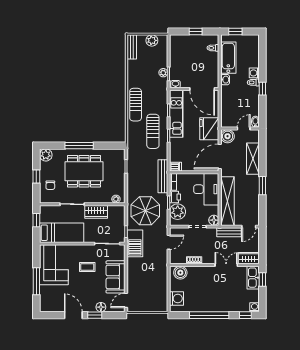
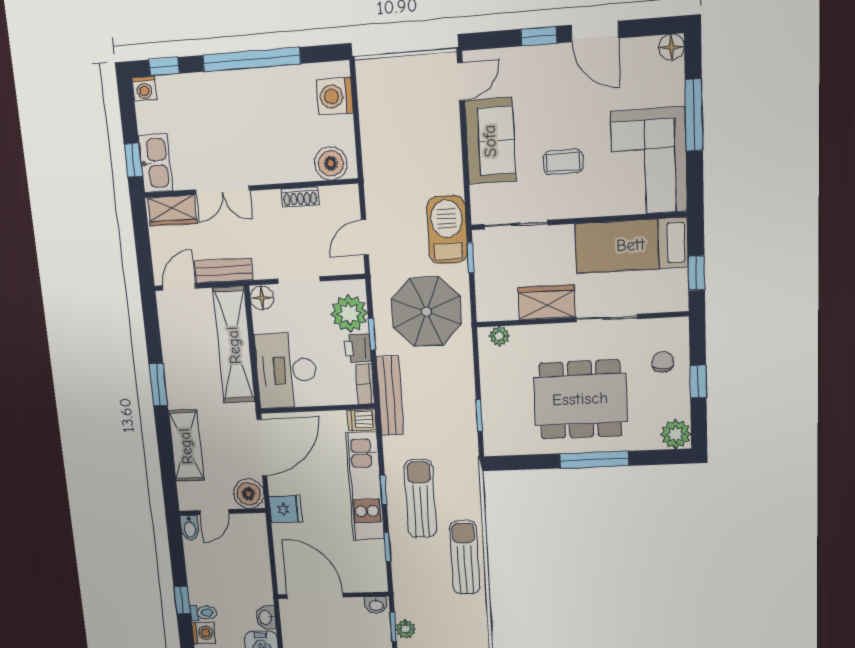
kitchen unit: (176, 114) -> (365, 487), moved
fridge: (209, 129) -> (286, 509), width x0.53, depth x0.75
floor lamp: (101, 307) -> (671, 47), moved

